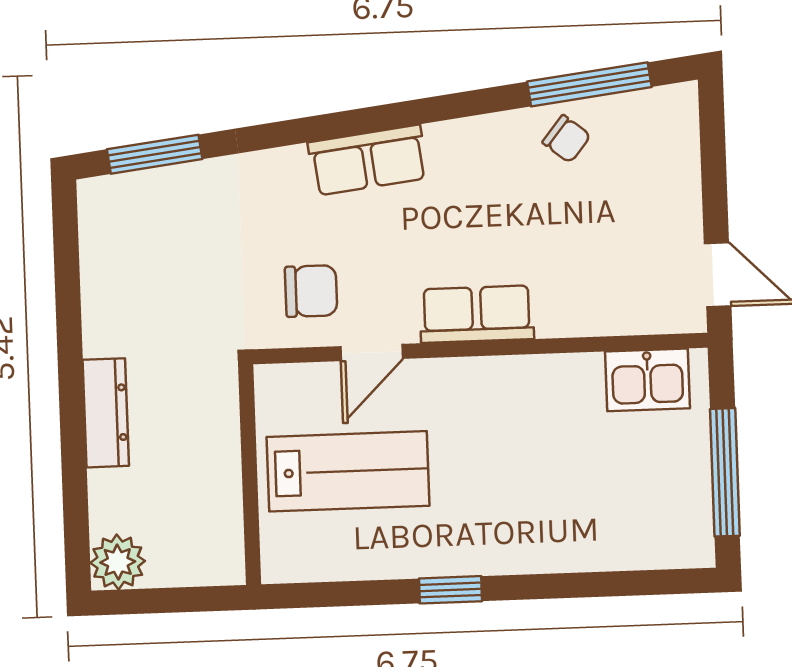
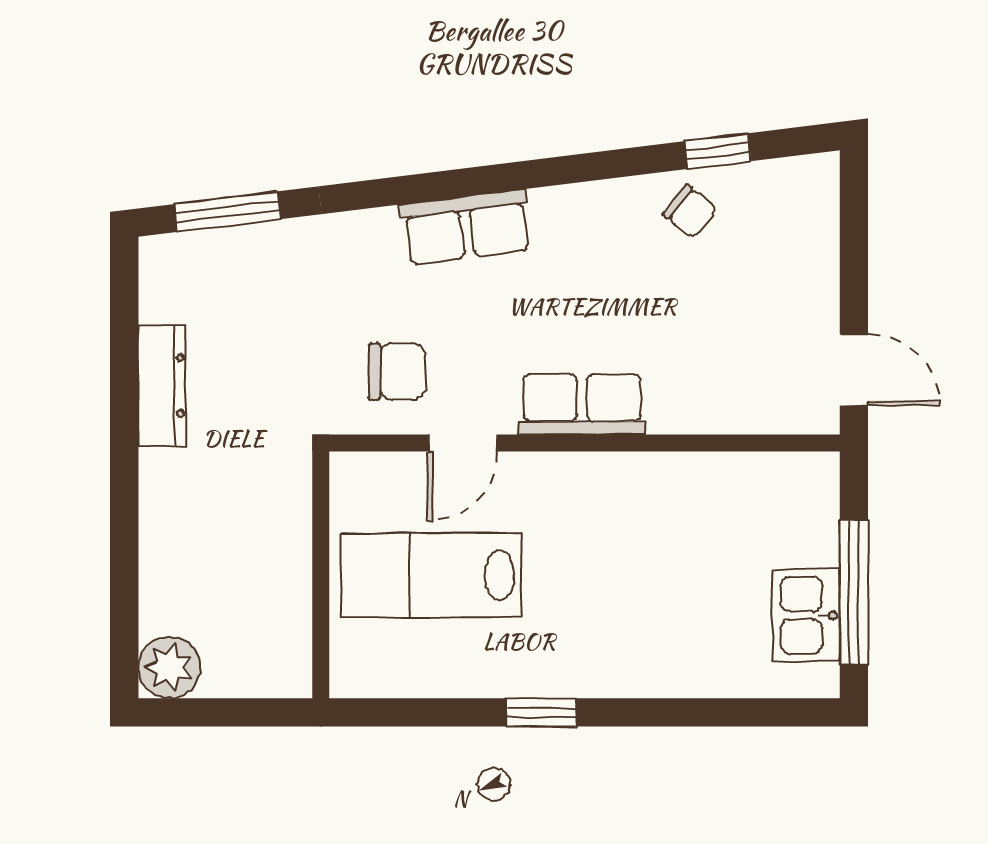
window: (589, 84) -> (718, 151), width x0.46
kitchen sink: (648, 380) -> (806, 615), moved, turned 90
dresser: (106, 413) -> (162, 385), moved
lab bench: (348, 471) -> (431, 575), turned 180

